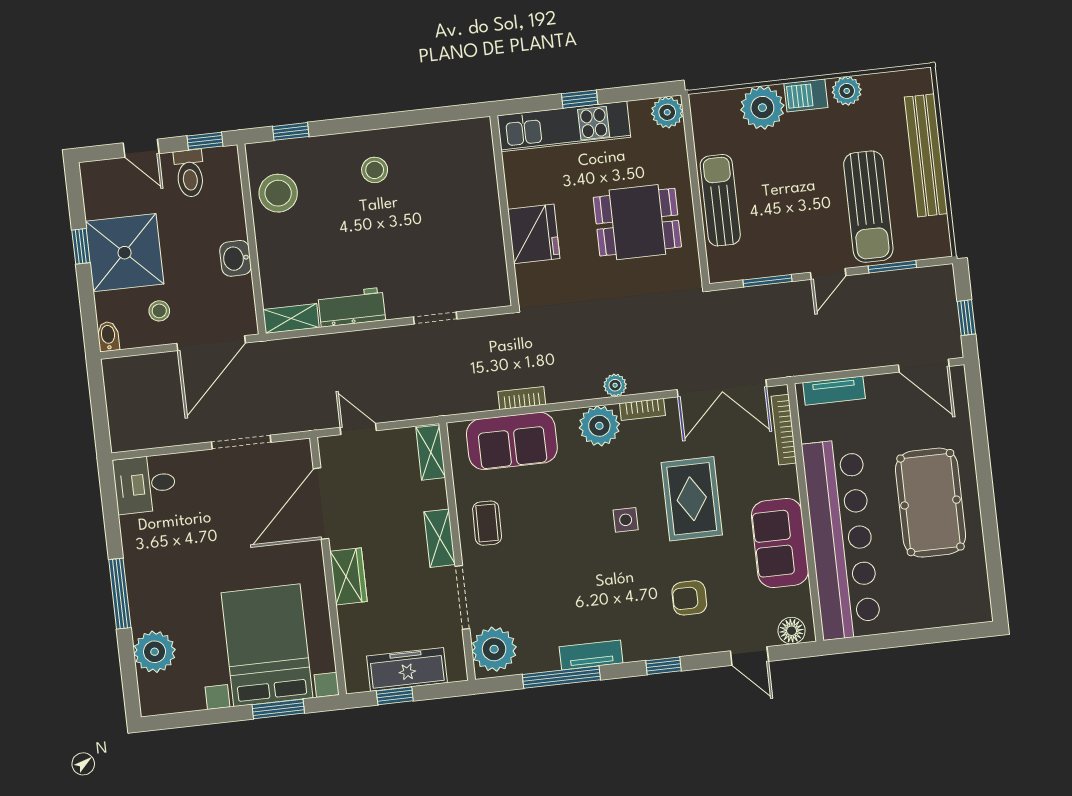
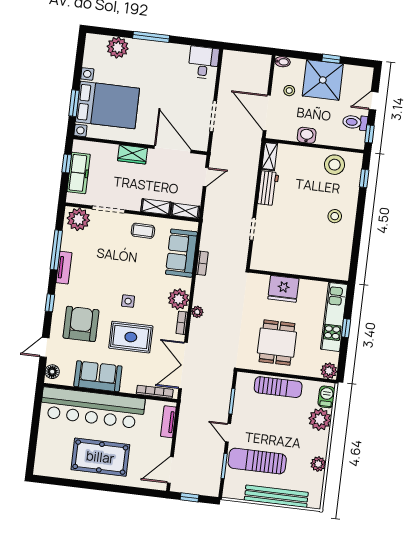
barbecue: (806, 95) -> (326, 397), moved
shelving: (440, 538) -> (156, 207), moved
armchair: (689, 598) -> (81, 324), width x1.88, depth x1.88

